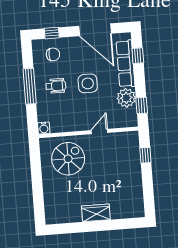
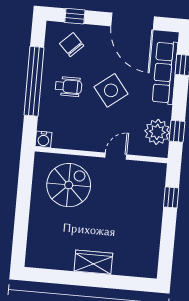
chair: (53, 54) -> (72, 45), turned -134
side table: (88, 83) -> (111, 90), turned -38
window: (30, 86) -> (34, 81), width x1.46
plant: (126, 98) -> (157, 132), moved

